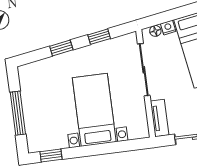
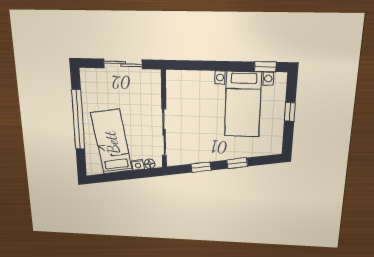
bed with nightstands: (94, 110) -> (243, 104), moved
window: (18, 113) -> (290, 112), width x0.46
tv unit: (160, 118) -> (155, 87), removed

